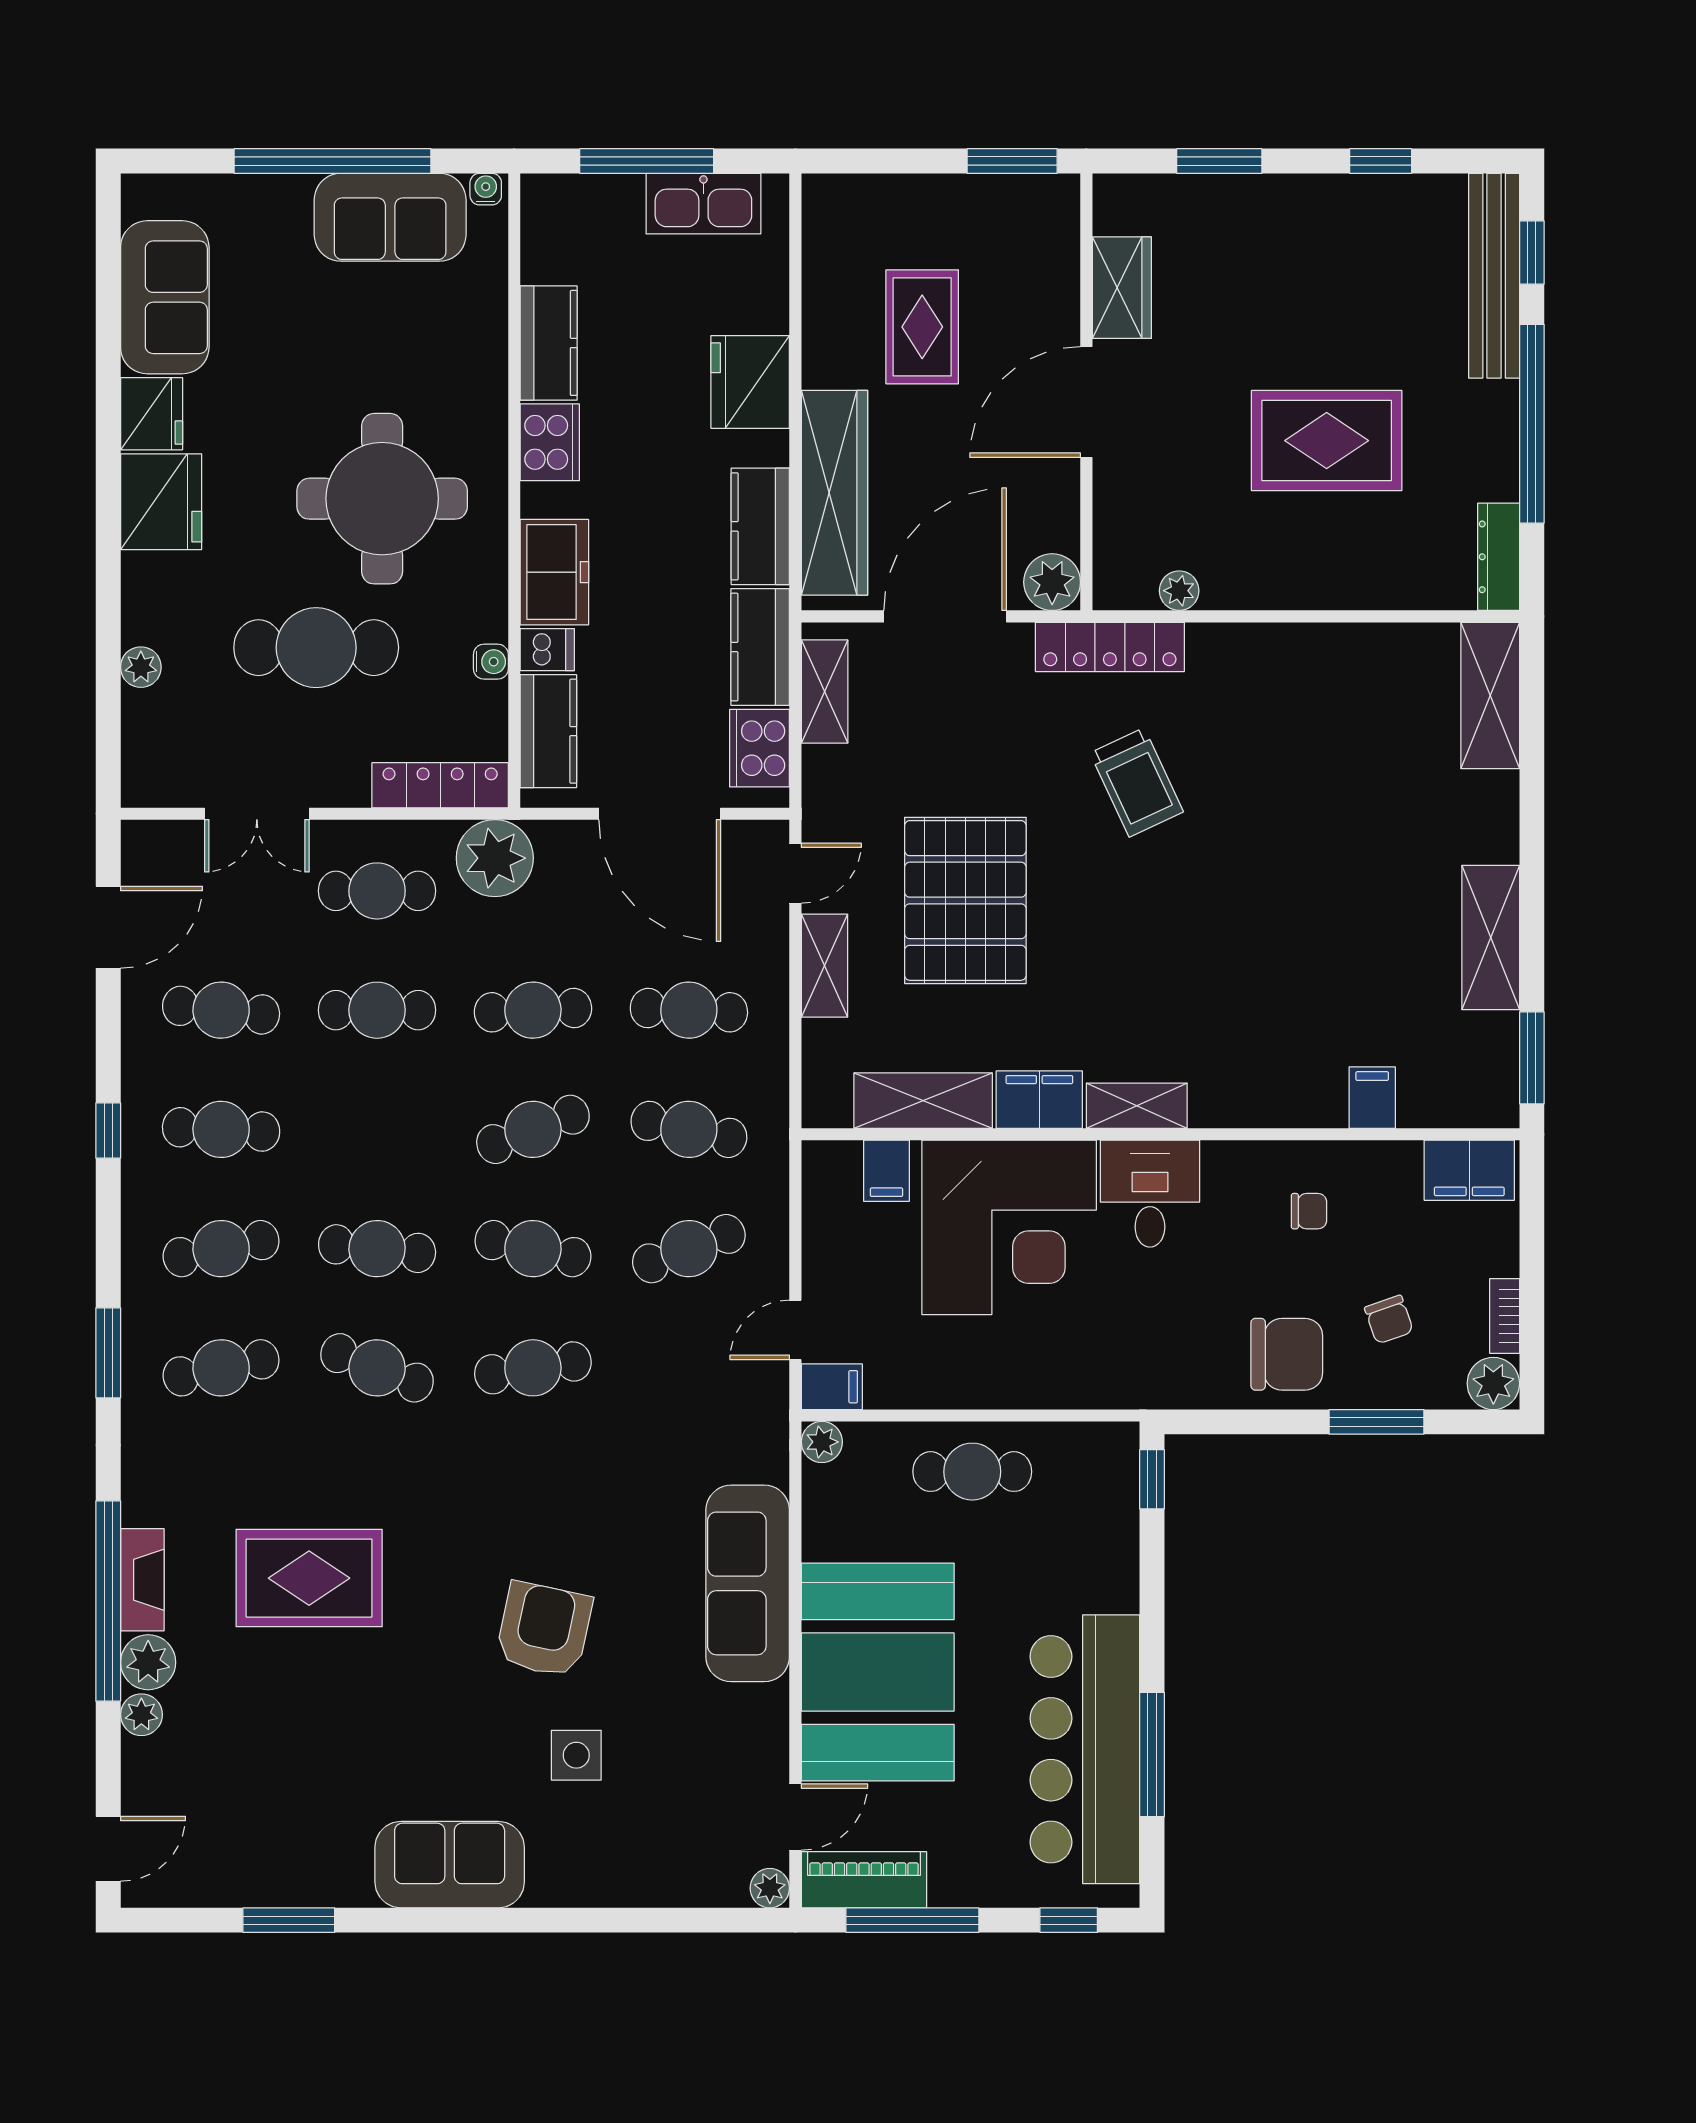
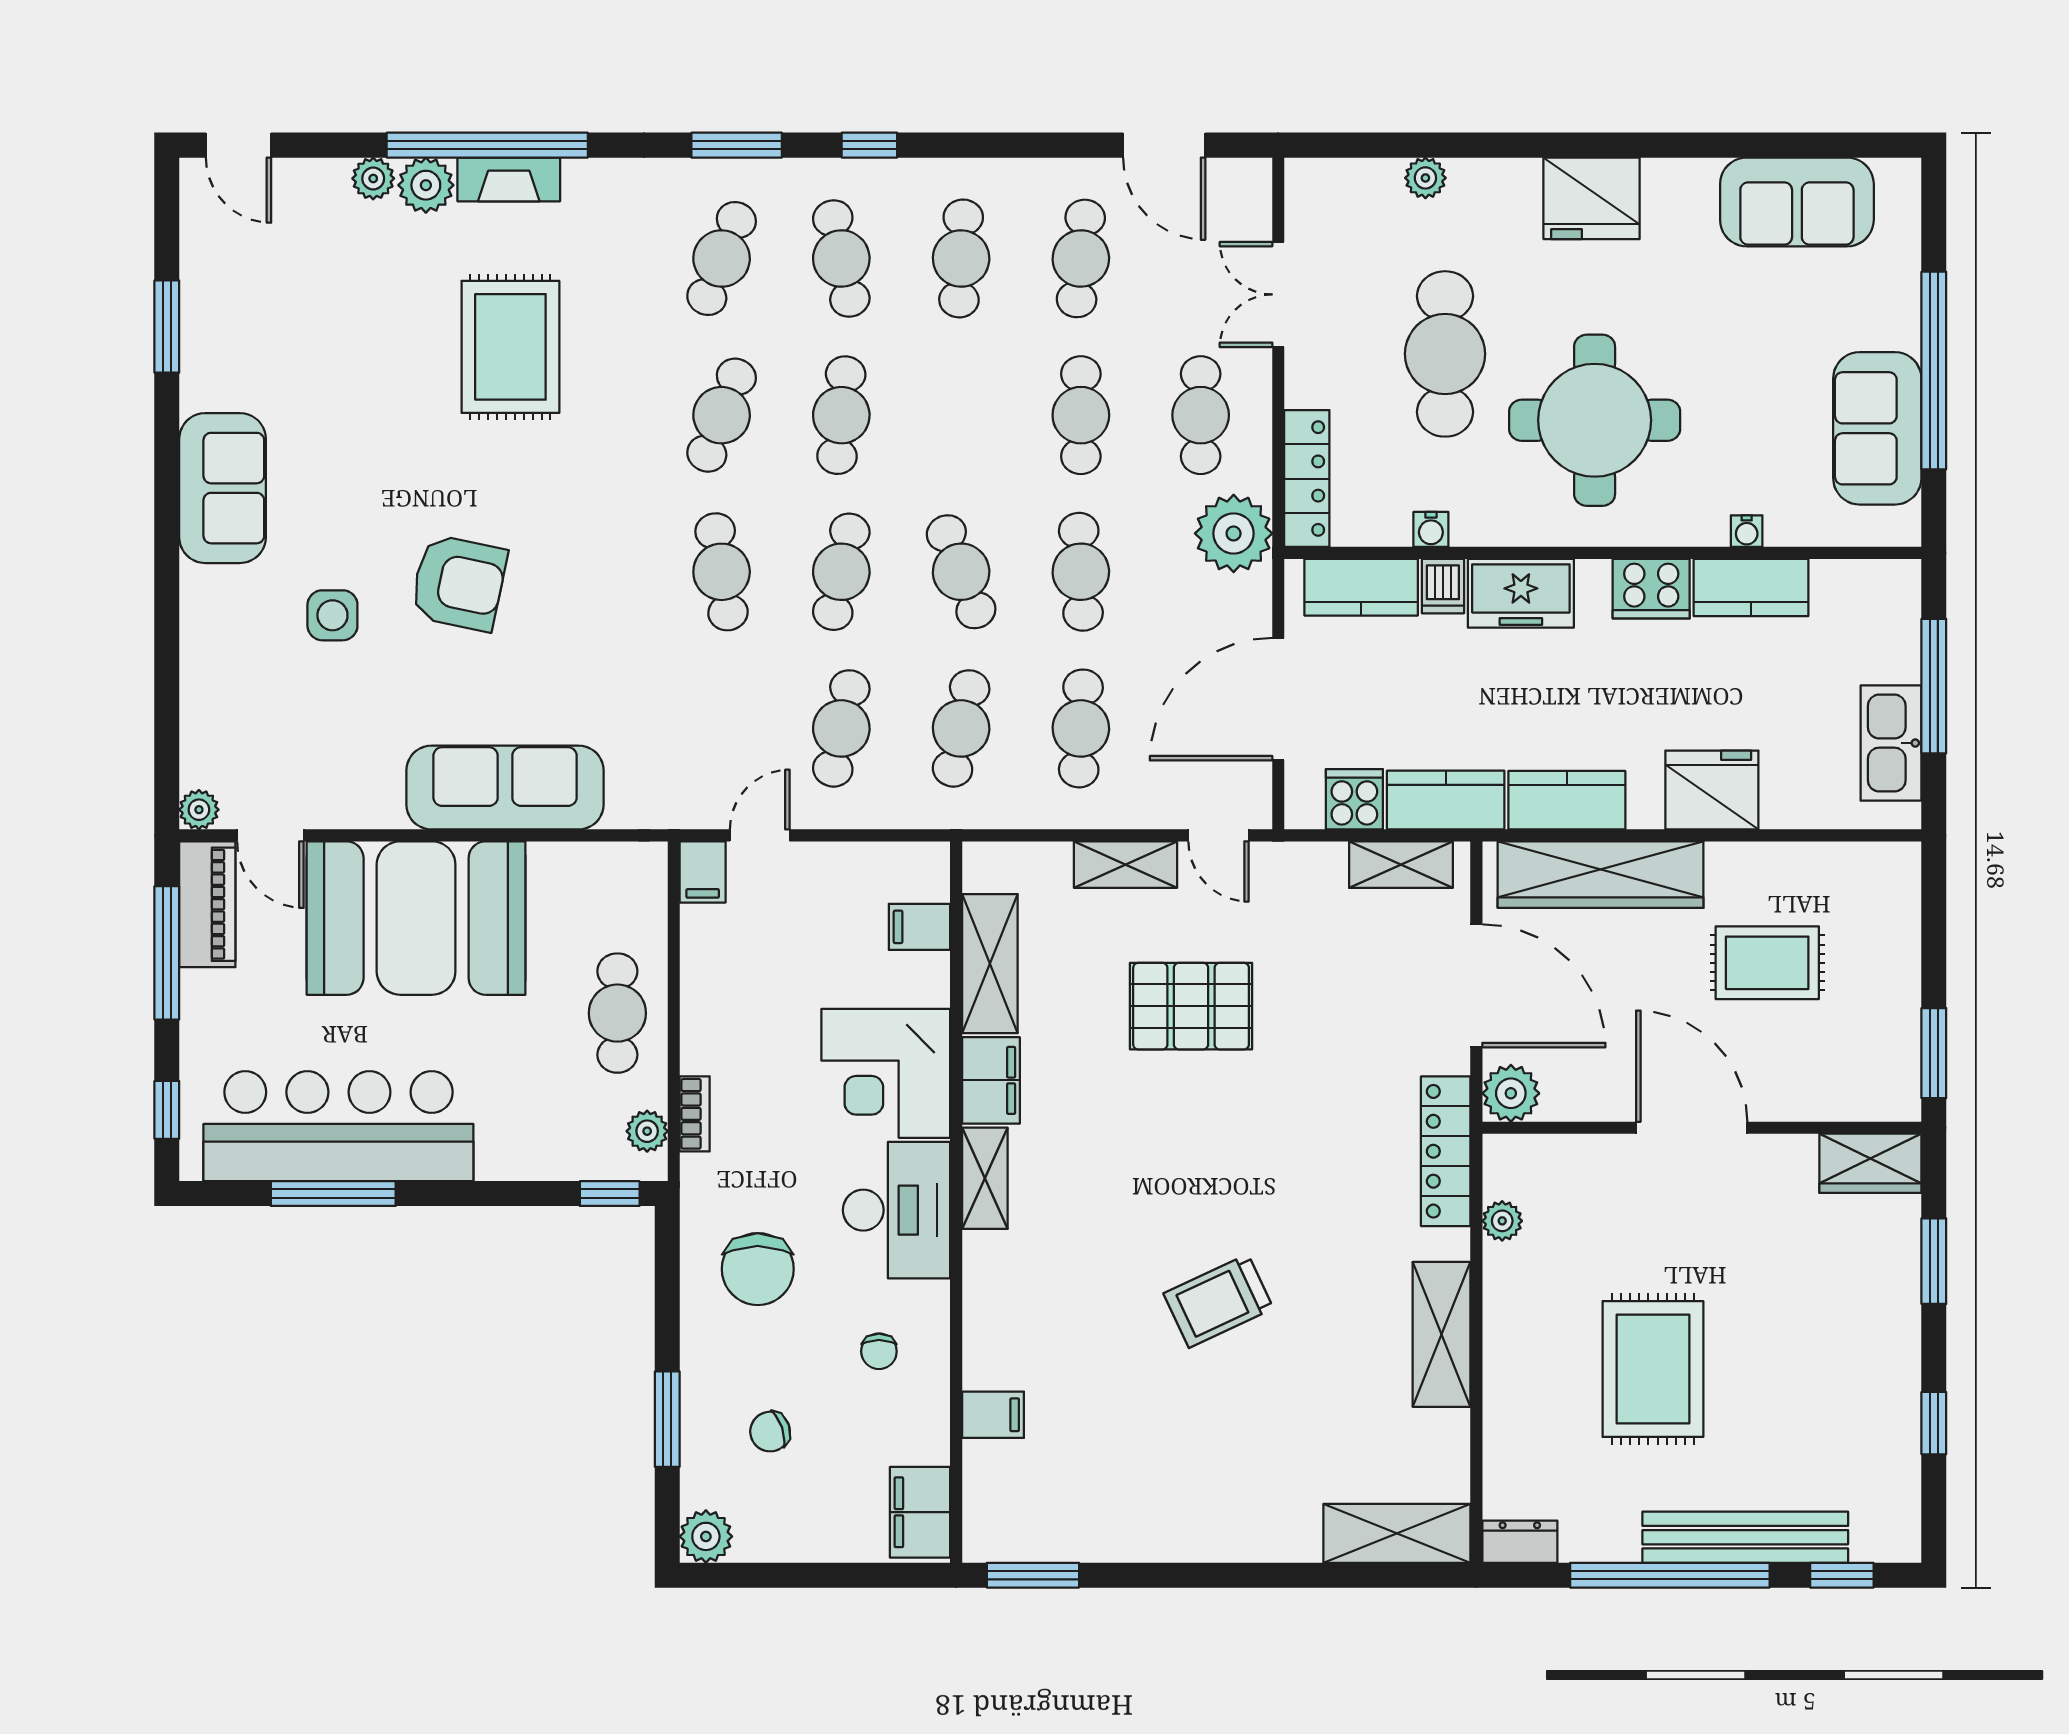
water cooler: (486, 189) -> (1747, 531), moved, turned 90
bench: (1494, 276) -> (1745, 1537), moved
wardrobe: (1122, 288) -> (1870, 1163), moved
fridge: (152, 414) -> (1680, 189), removed
dresser: (1499, 557) -> (1520, 1542), width x0.70
cooker: (759, 748) -> (1354, 799), width x0.73
trolley: (1137, 782) -> (1218, 1301), moved
pallet: (965, 900) -> (1191, 1006), width x0.73, depth x0.71
shelving: (1491, 938) -> (1441, 1334), moved, turned 90
window: (108, 1131) -> (869, 145), moved
desk: (1150, 1194) -> (896, 1210), width x1.37
corner desk: (1009, 1227) -> (886, 1073), width x0.74, depth x0.74
cafe table: (689, 1249) -> (841, 728), turned 33
bookcase: (1505, 1316) -> (695, 1114), moved, turned 90
door: (795, 1330) -> (760, 835), hinge flipped
chair: (1287, 1354) -> (758, 1269), moved
cafe table: (221, 1368) -> (722, 258), turned 33
plant: (822, 1442) -> (647, 1131), moved

